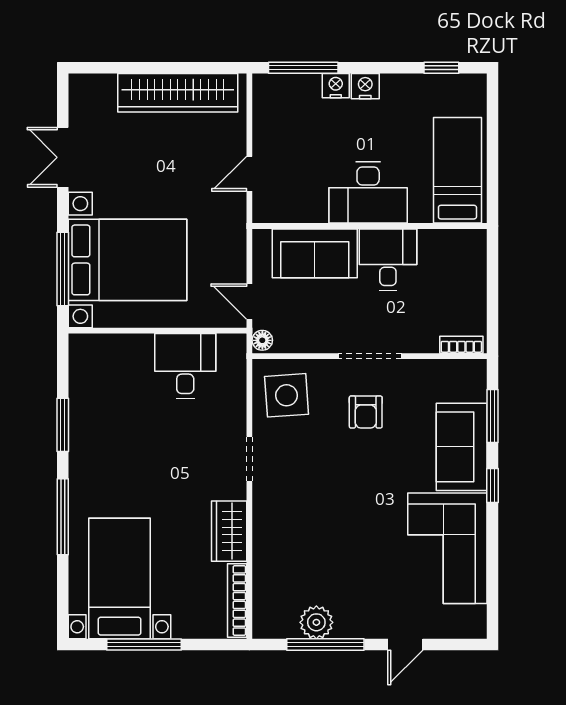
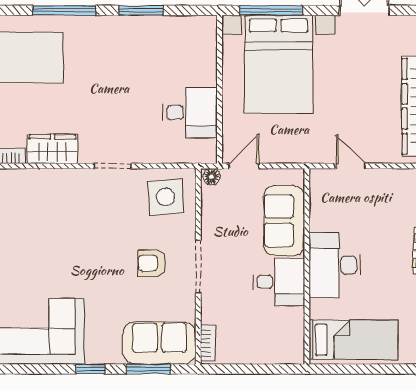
sofa: (462, 447) -> (159, 343), moved

